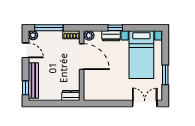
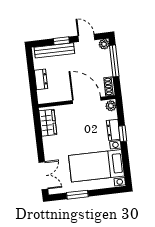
door: (25, 50) -> (86, 38), swing flipped
door: (82, 57) -> (87, 100), swing flipped
window: (25, 88) -> (61, 41), moved
wardrobe: (98, 94) -> (48, 123), added
dresser: (71, 96) -> (41, 79), moved

